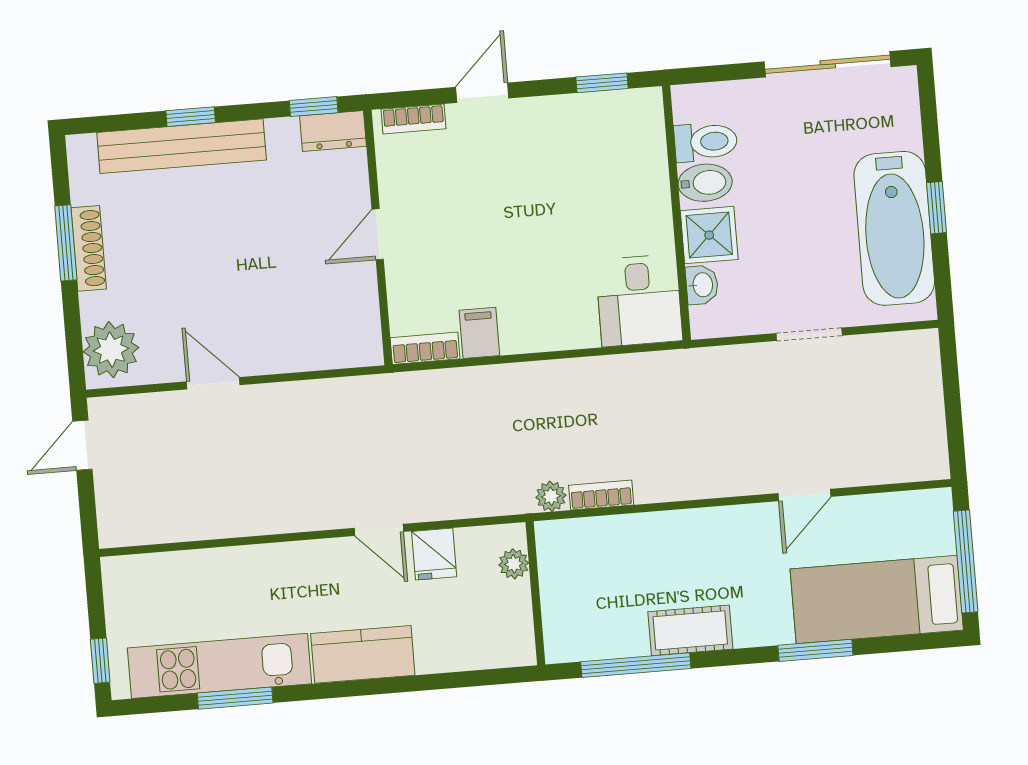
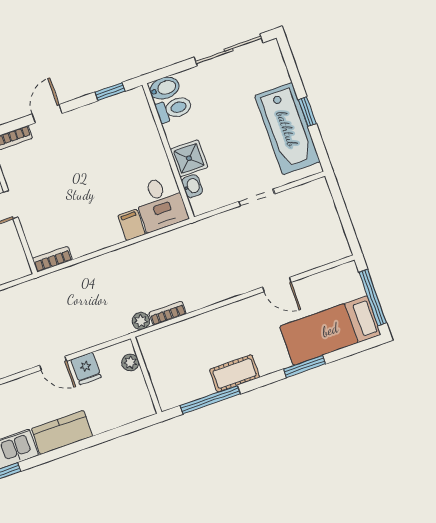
bidet: (705, 183) -> (164, 88), moved
filing cabinet: (479, 333) -> (132, 225), moved
door: (804, 495) -> (277, 285), hinge flipped

